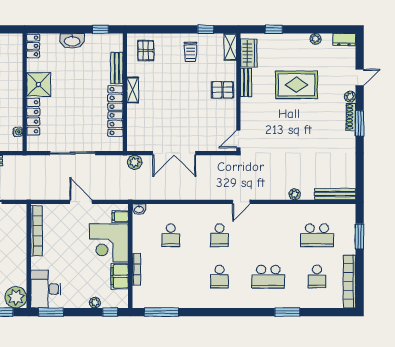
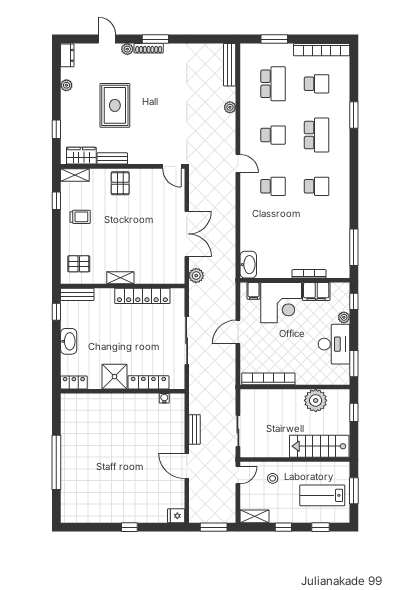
bench: (117, 68) -> (77, 294), moved
washbasin: (139, 209) -> (248, 265), width x1.91, depth x1.45
school desk: (171, 235) -> (273, 135), moved
desk: (46, 289) -> (334, 344), moved, turned -90
plant: (16, 297) -> (316, 400), moved

